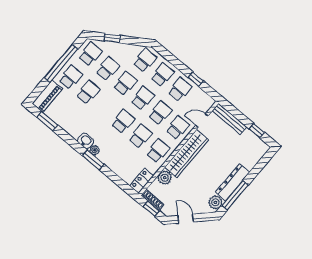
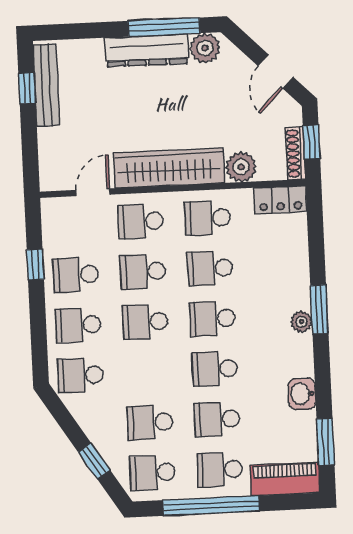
school desk: (125, 83) -> (215, 369), moved
bench: (229, 119) -> (46, 85), moved
door: (202, 121) -> (93, 192), swing flipped
washbasin: (86, 141) -> (302, 394), moved

